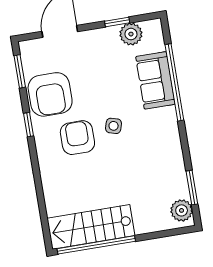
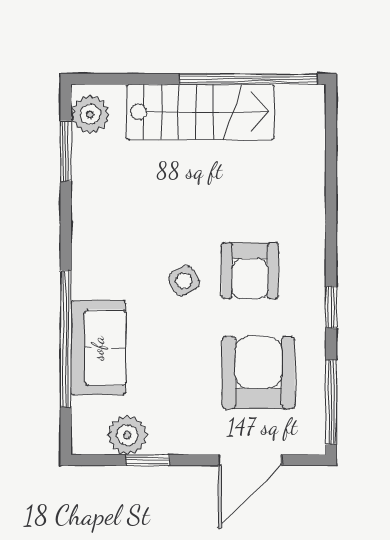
window: (20, 71) -> (331, 402), width x1.44
armchair: (50, 94) -> (258, 373), moved
side table: (114, 126) -> (184, 281), turned 45
stairs: (91, 227) -> (200, 112), moved

